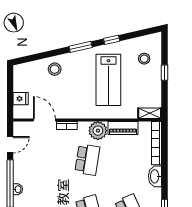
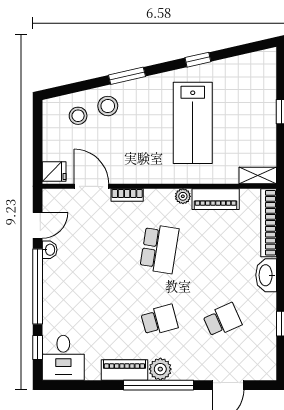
window: (81, 47) -> (127, 76), moved
stool: (144, 59) -> (78, 116), moved
fridge: (21, 99) -> (54, 171), moved
plant: (98, 131) -> (183, 196), width x0.53, depth x0.53
washbasin: (18, 189) -> (50, 250), moved

